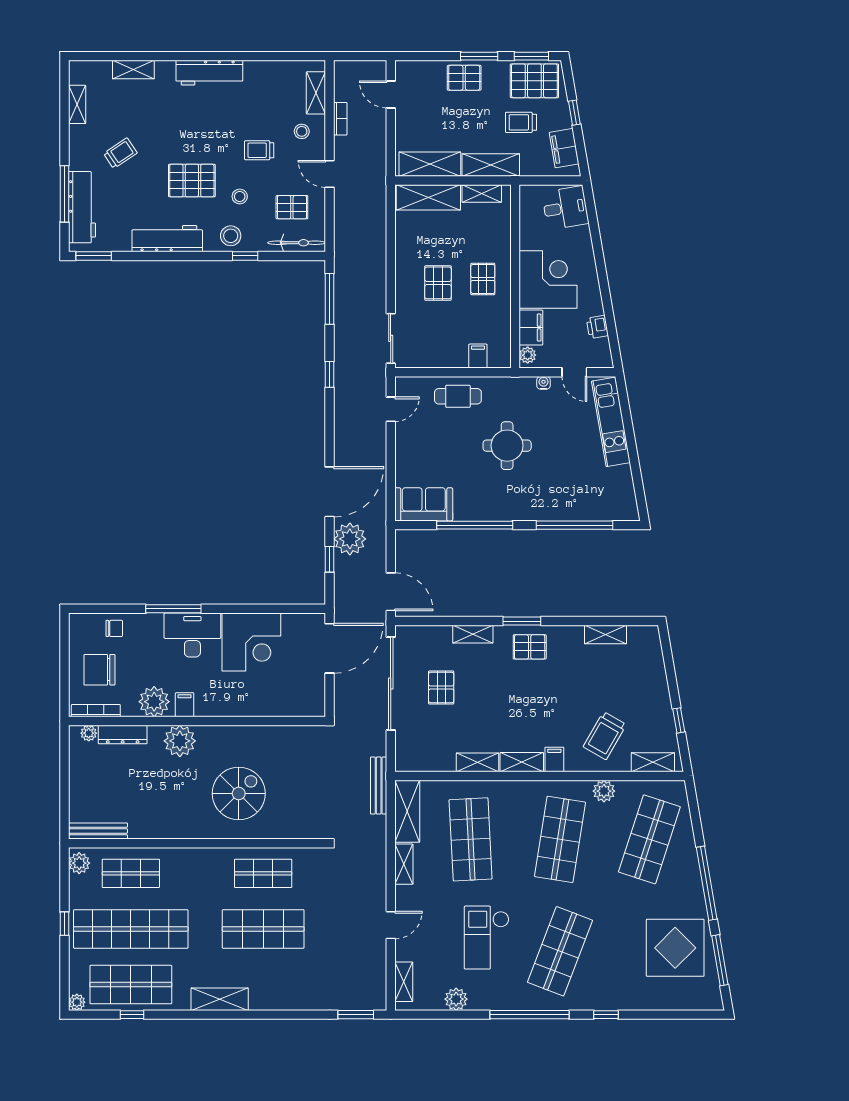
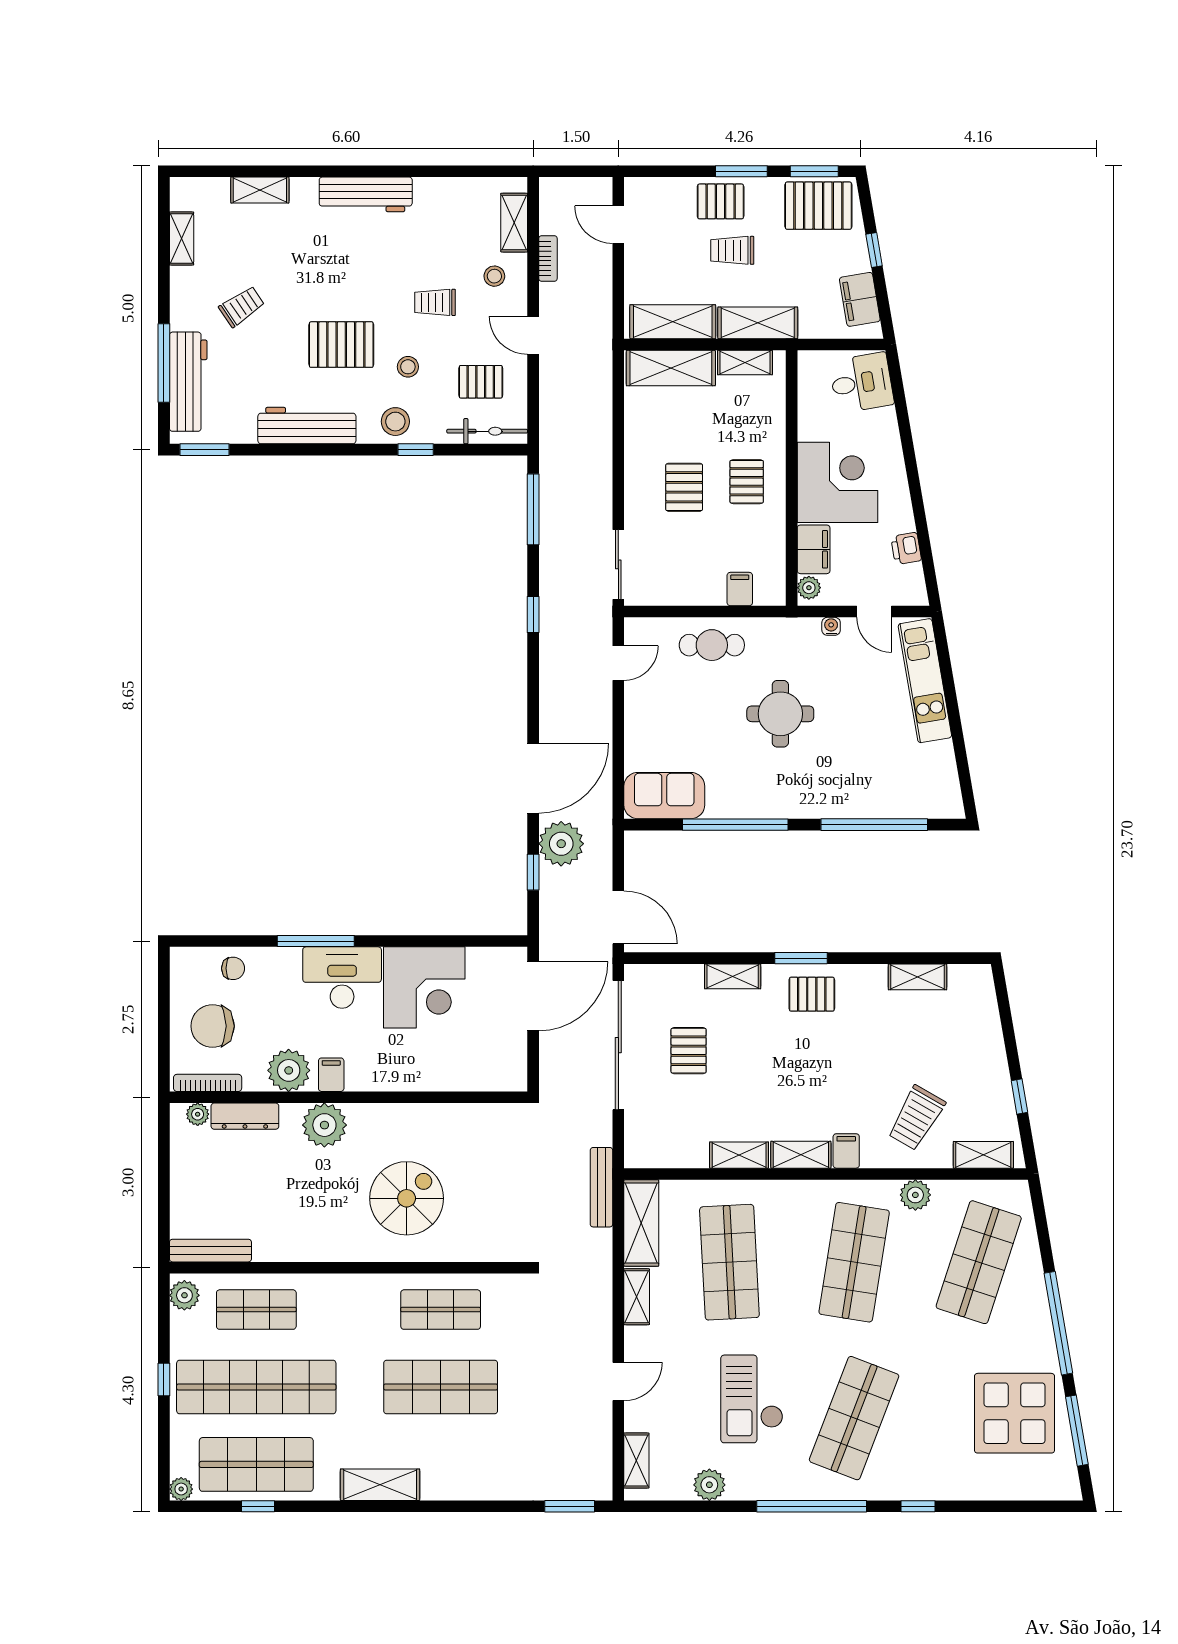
trolley: (521, 122) -> (732, 250), moved

